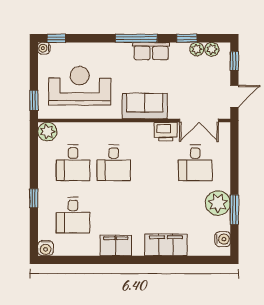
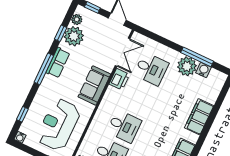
window: (56, 38) -> (22, 114), moved
plant: (197, 49) -> (74, 36), width x1.88, depth x1.88
window: (234, 210) -> (197, 57), width x1.44
water cooler: (223, 239) -> (204, 70), moved

